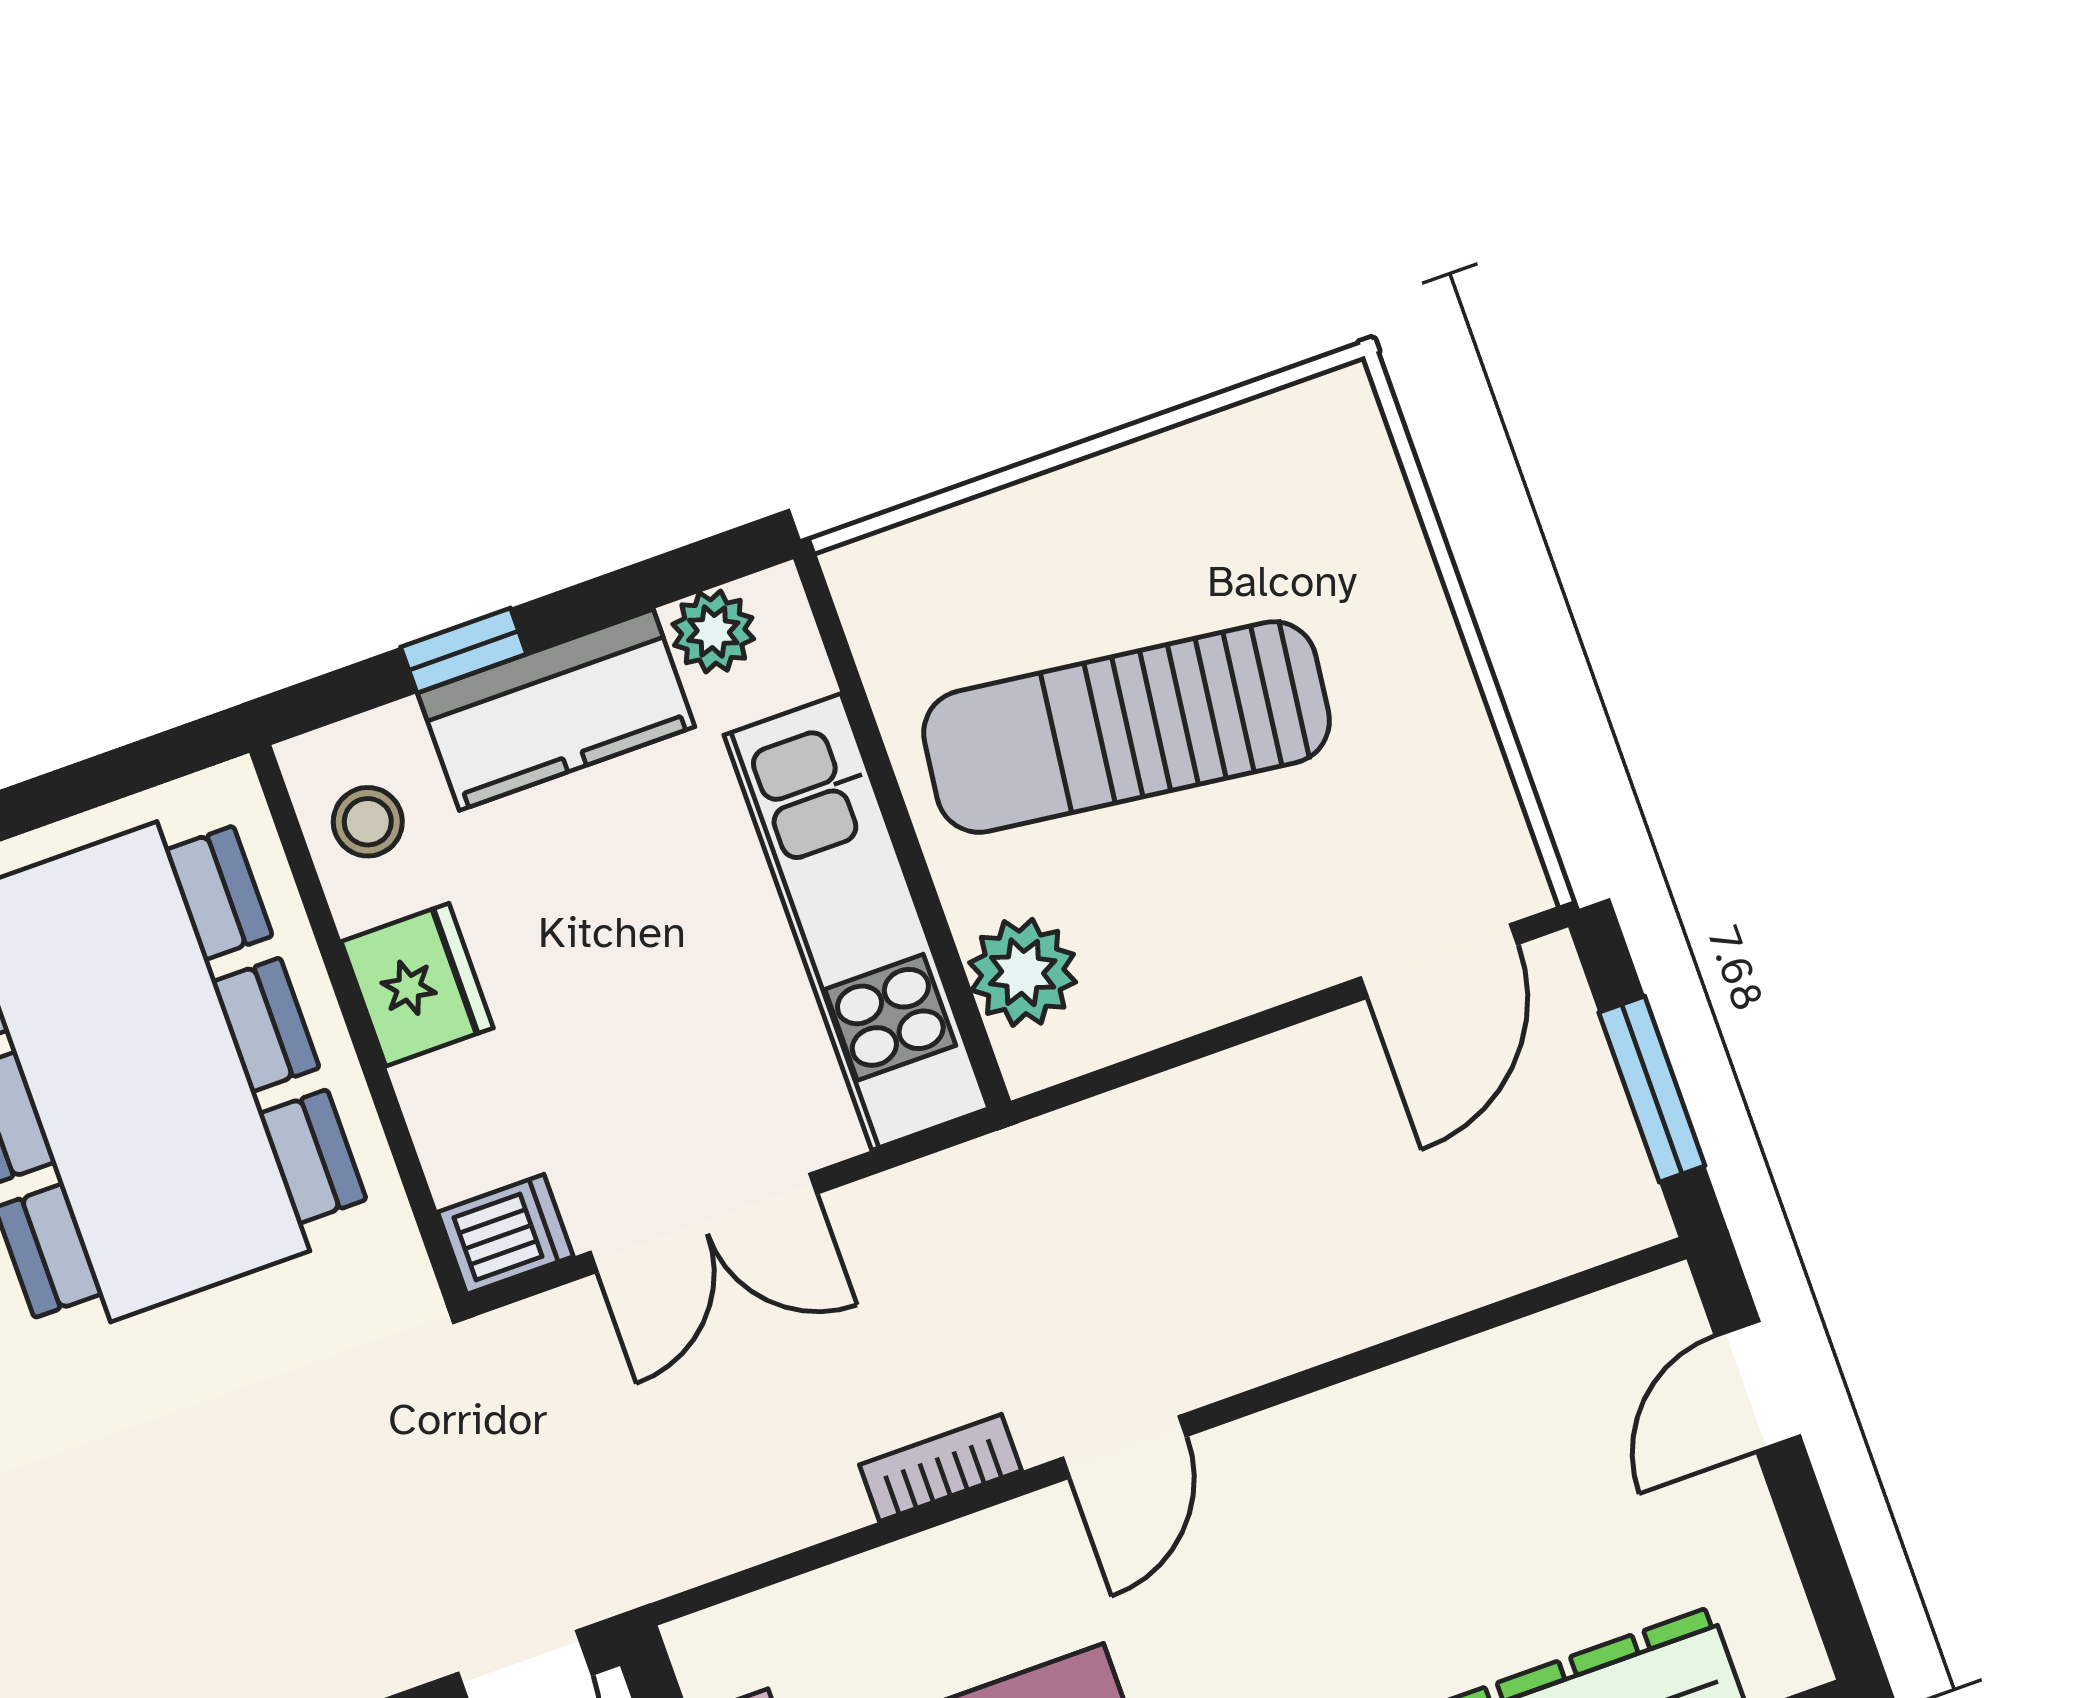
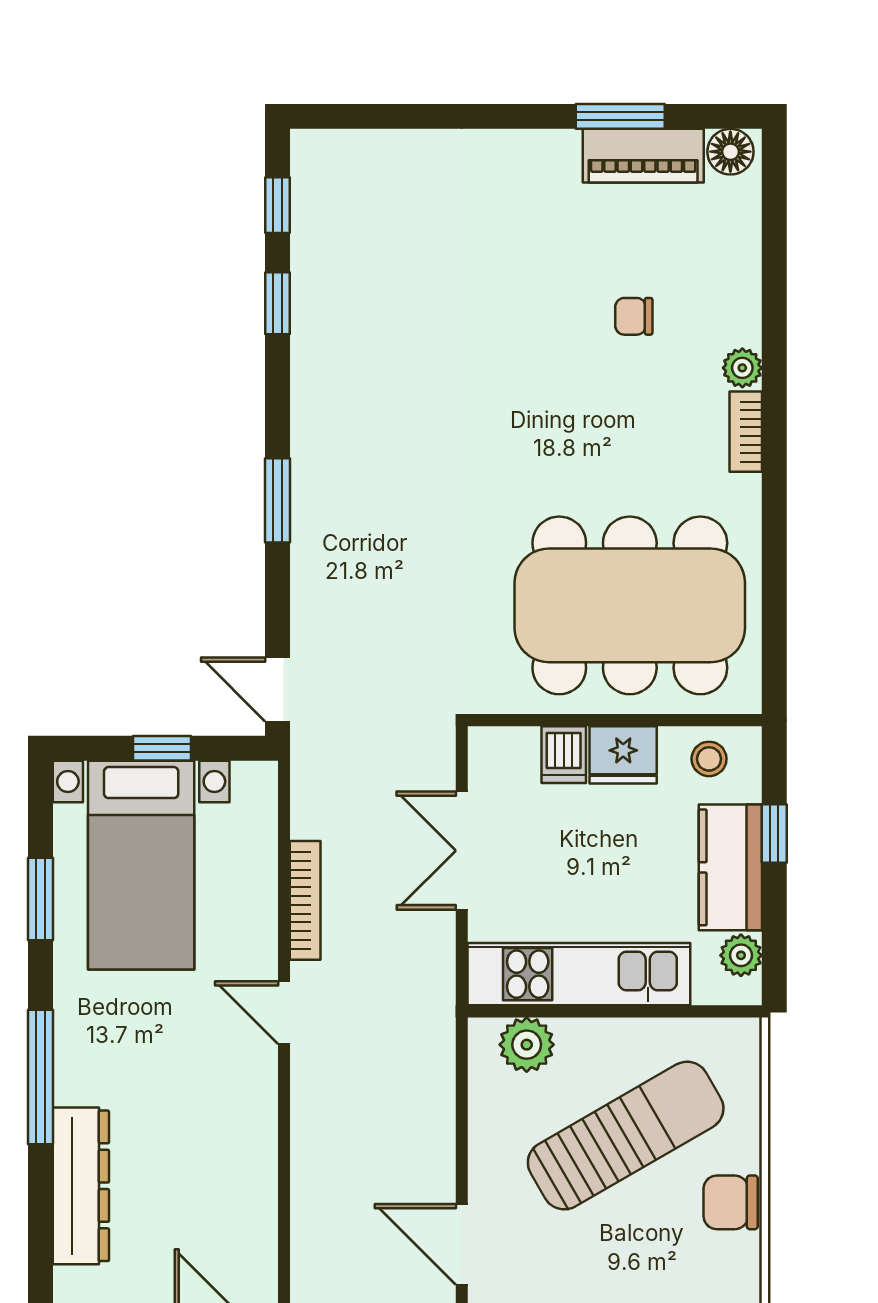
chair: (1182, 486) -> (731, 1202), added
sun lounger: (1127, 727) -> (626, 1136), turned 53
dishwasher: (505, 1234) -> (564, 755), moved
bookcase: (941, 1468) -> (305, 900), width x1.56

